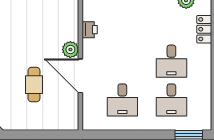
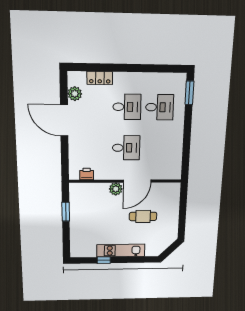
printer: (90, 30) -> (87, 174), moved
desk: (122, 100) -> (126, 148), moved

